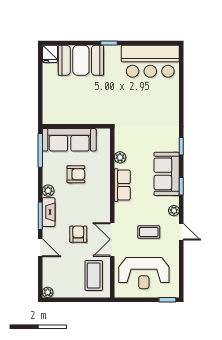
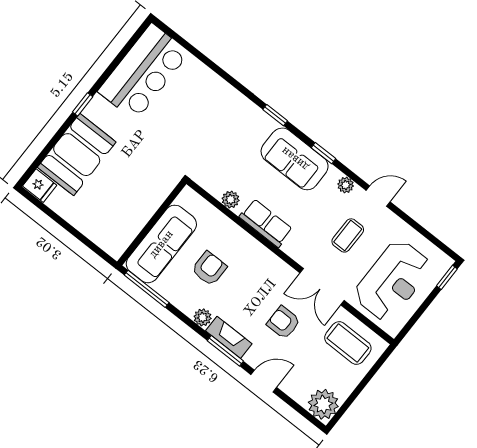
plant: (48, 292) -> (323, 404), width x1.87, depth x1.87

